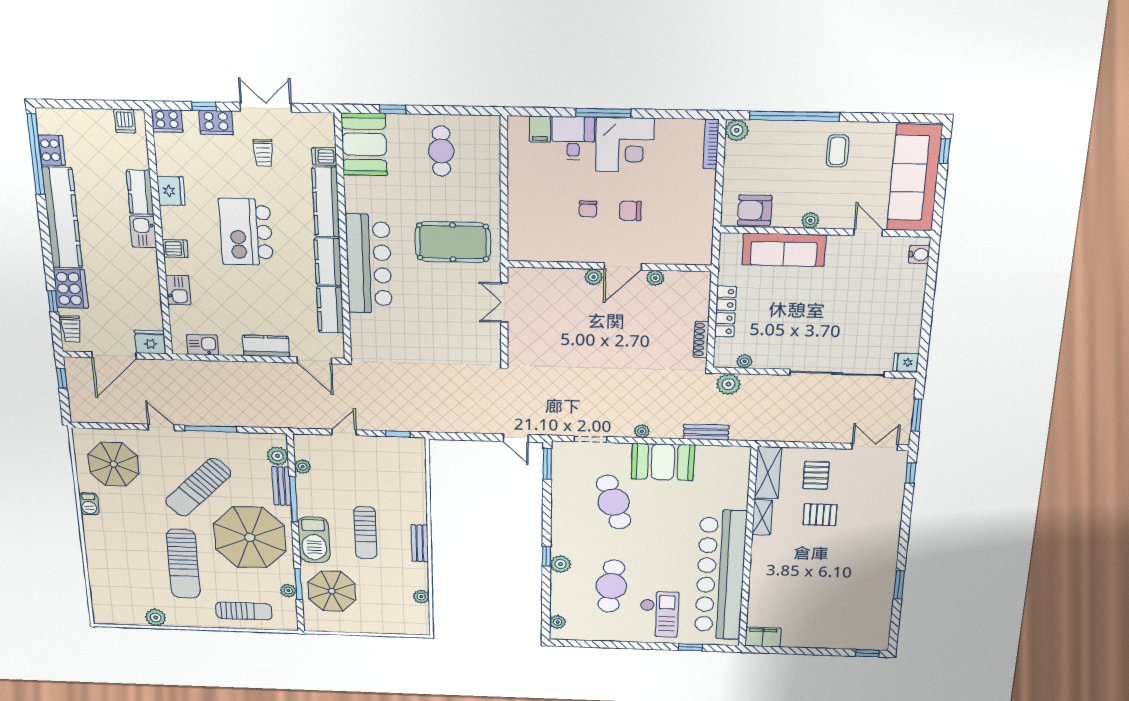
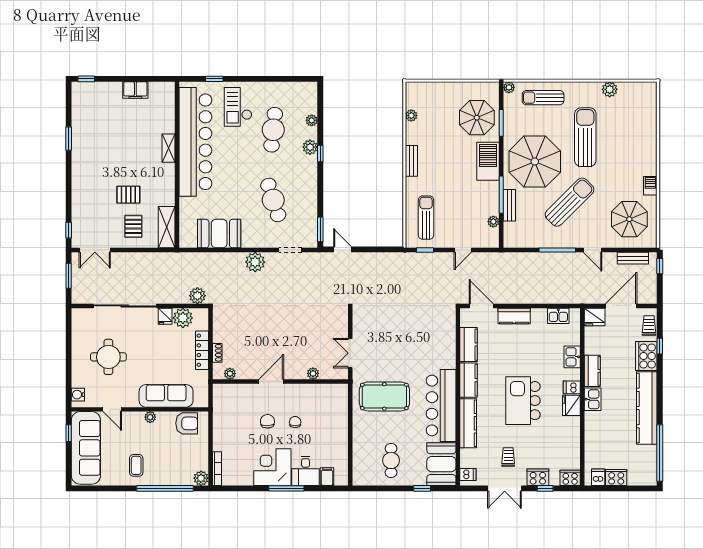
cooker: (52, 150) -> (616, 477), moved, turned 90
window: (944, 151) -> (69, 433), moved
dishwasher: (324, 156) -> (468, 474), moved
fridge: (171, 191) -> (571, 405), moved
kitchen counter: (140, 192) -> (592, 371), moved
chair: (630, 211) -> (267, 421), turned -92
kitchen island: (246, 232) -> (523, 401), turned 180
bar counter: (369, 264) -> (441, 405), moved
plant: (594, 277) -> (313, 373), moved
plant: (655, 278) -> (230, 374), moved
double door: (504, 303) -> (350, 353), swing flipped
round table: (868, 306) -> (108, 357), added
shoe rack: (701, 340) -> (217, 353), moved, width x0.70
plant: (744, 361) -> (183, 318), width x1.88, depth x1.88
fridge: (906, 362) -> (165, 316), moved, turned 90
window: (62, 378) -> (660, 266), moved
plant: (642, 431) -> (255, 262), width x1.88, depth x1.88
bench: (706, 432) -> (633, 258), moved
plant: (278, 456) -> (511, 230), removed
booth: (663, 462) -> (219, 234), moved
shelving: (762, 517) -> (168, 148), moved
sun lounger: (365, 533) -> (426, 218), moved
plant: (288, 591) -> (509, 87), moved
plant: (558, 622) -> (312, 120), moved
filing cabinet: (763, 637) -> (135, 90), moved

